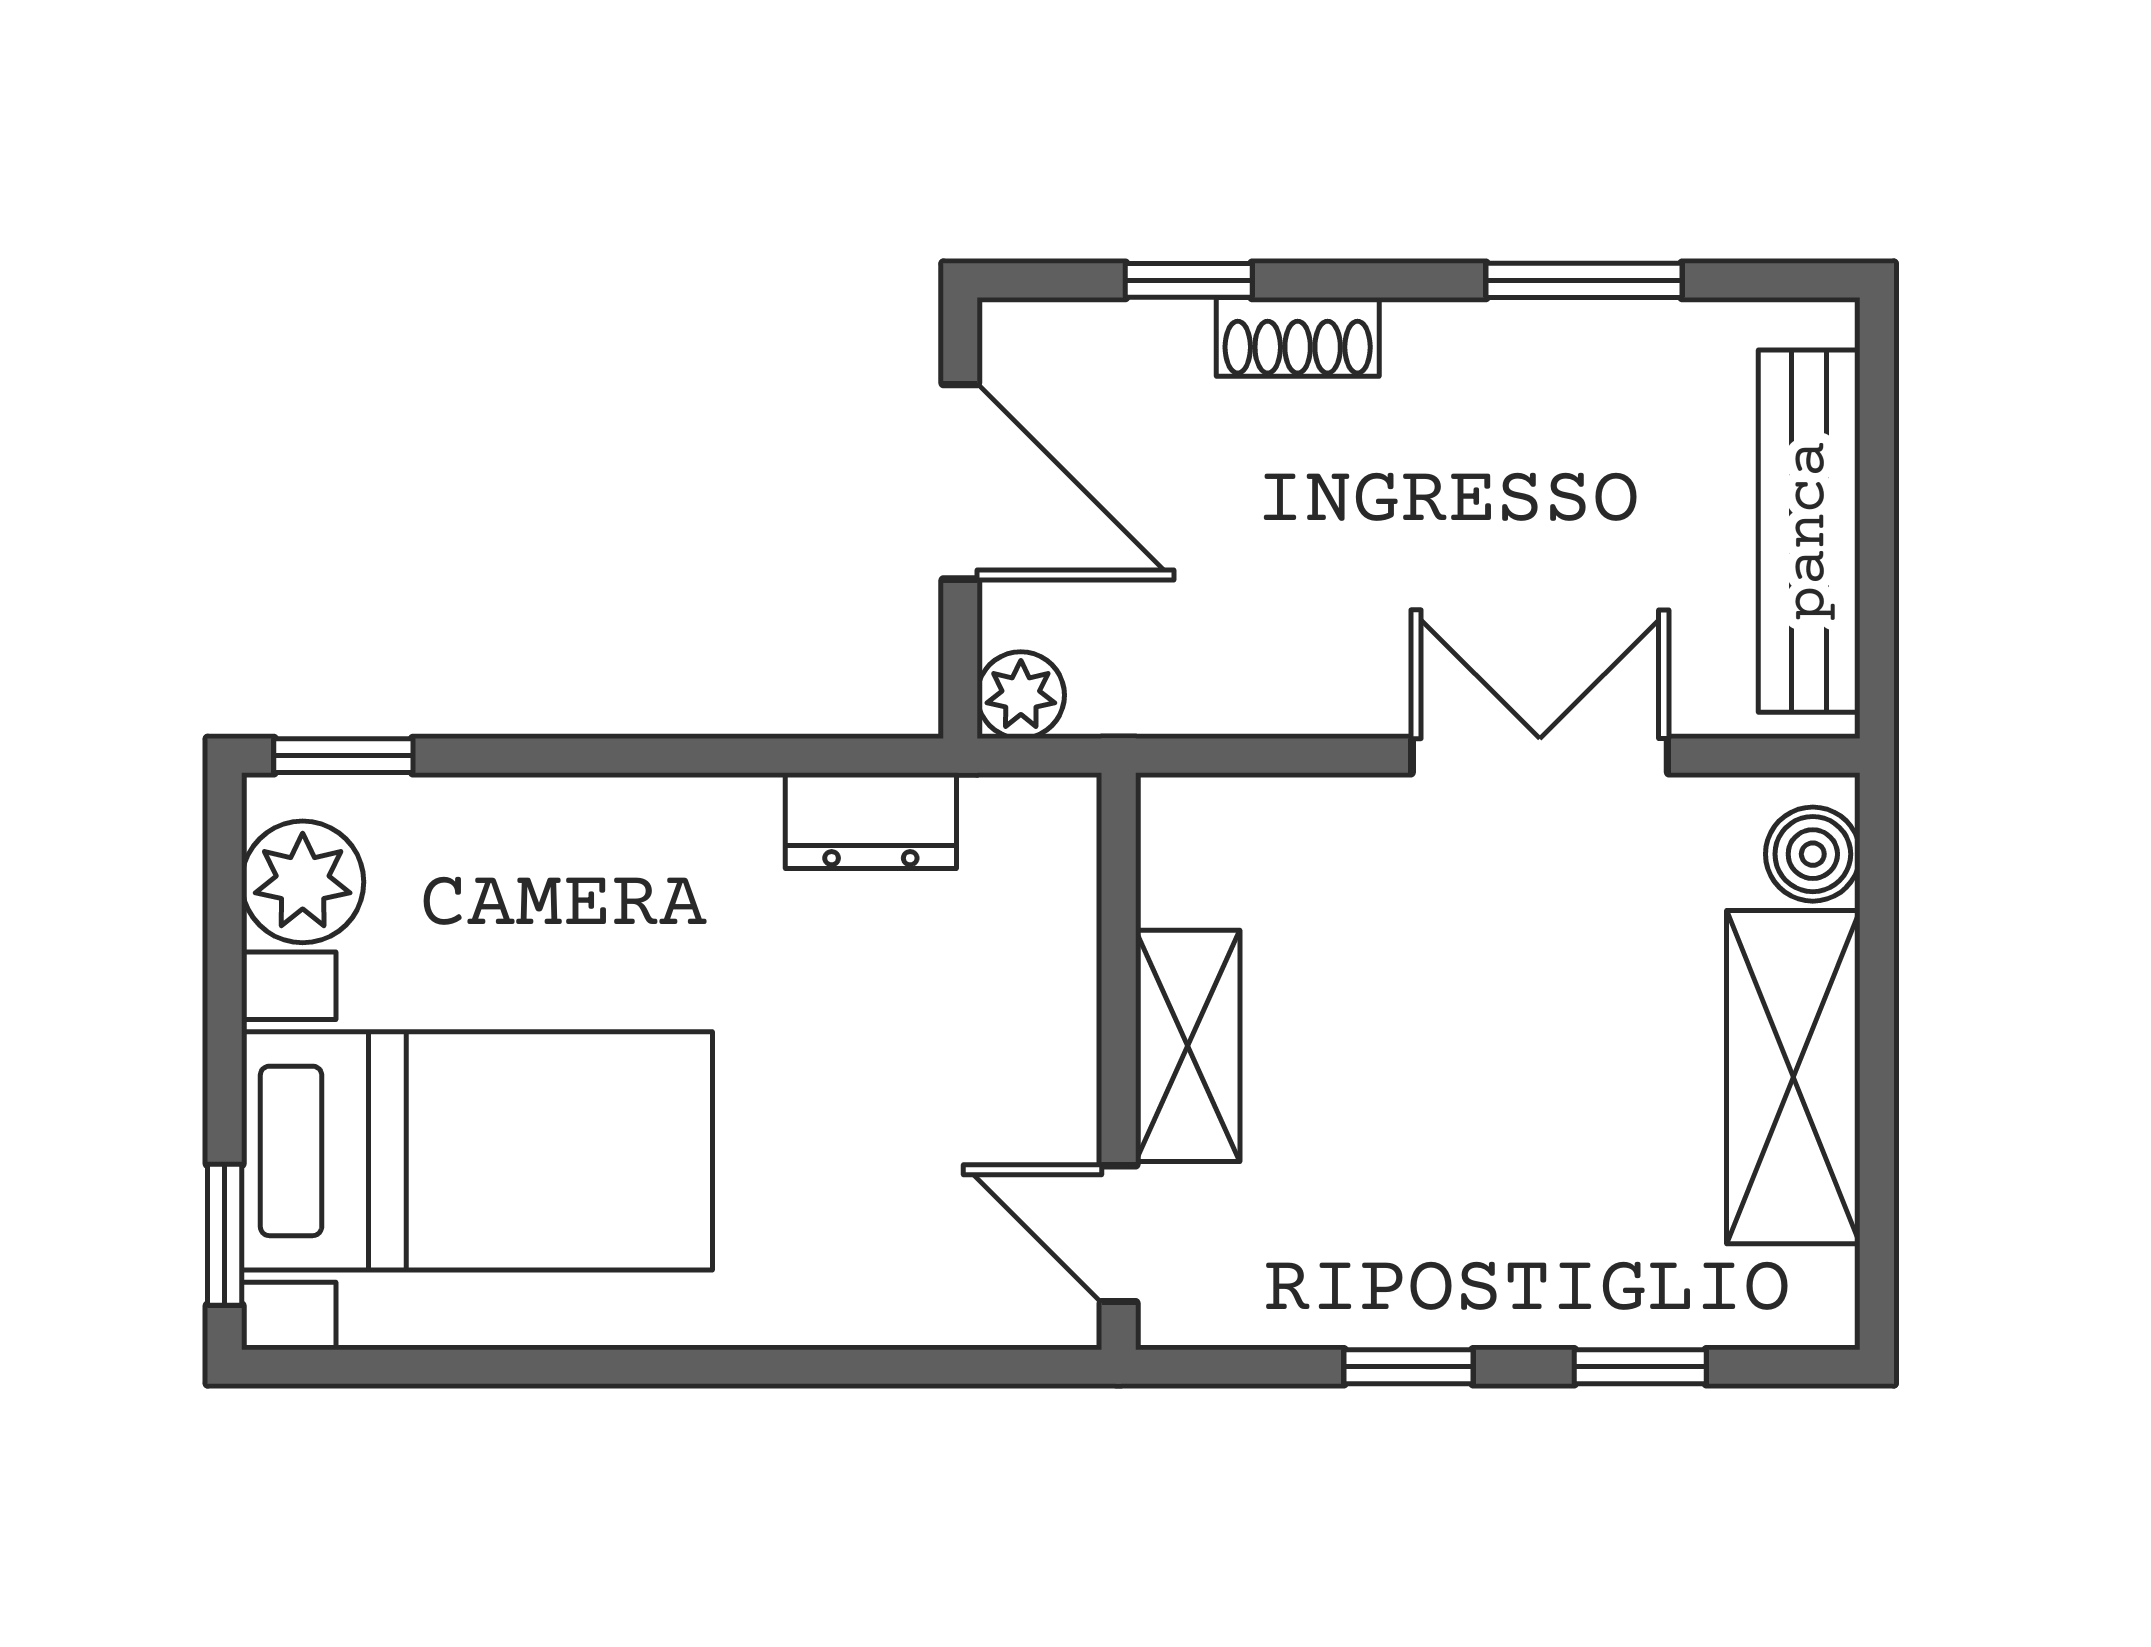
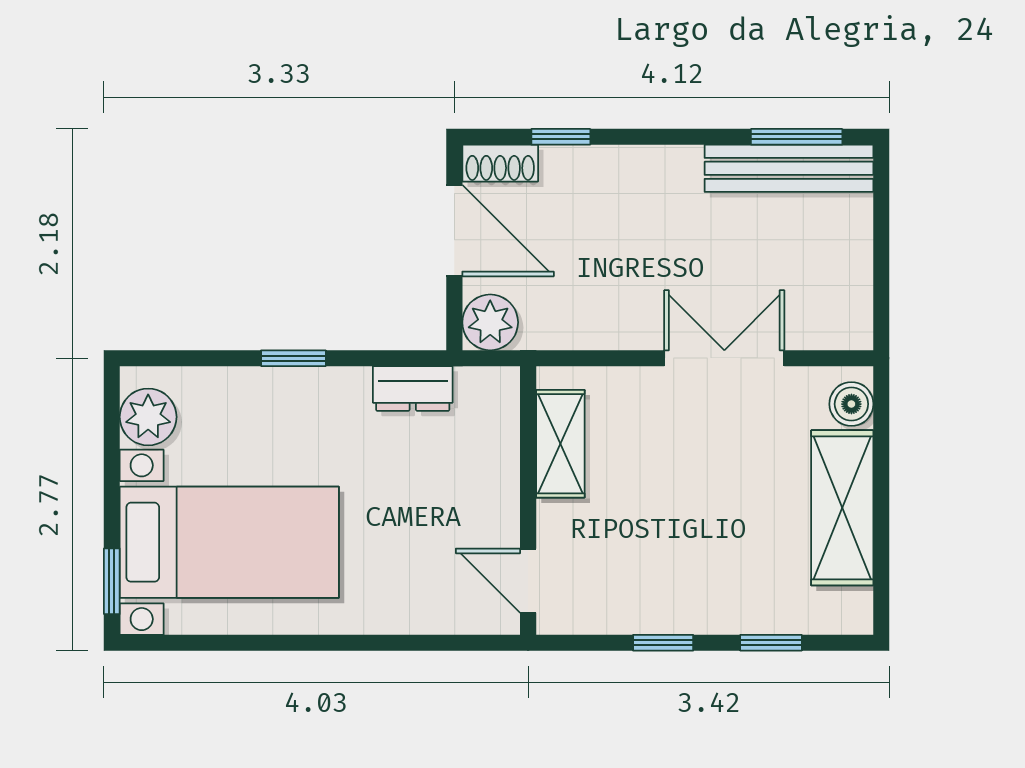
window: (1584, 280) -> (797, 137), moved
shoe rack: (1298, 337) -> (500, 163), moved
bench: (1809, 531) -> (789, 168), moved, turned 90
plant: (1021, 695) -> (490, 322), width x1.38, depth x1.38
window: (343, 756) -> (293, 358), moved
shelving: (1188, 1046) -> (560, 444), moved

